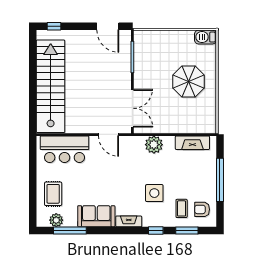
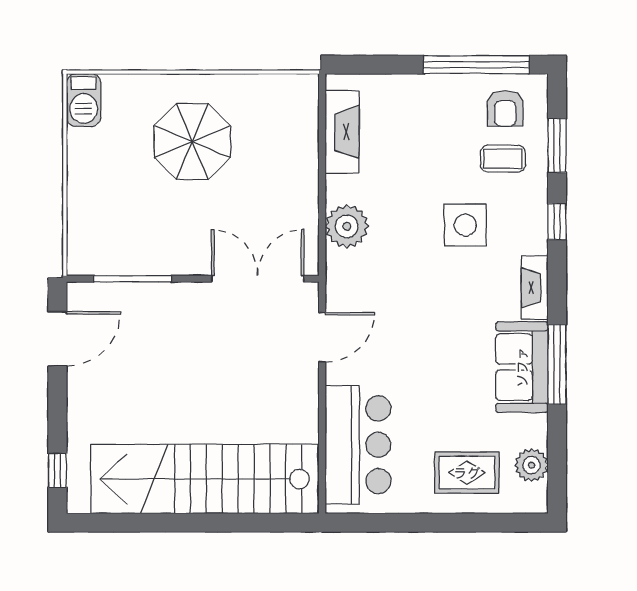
window: (220, 180) -> (476, 65), moved
window: (70, 231) -> (557, 364), moved

